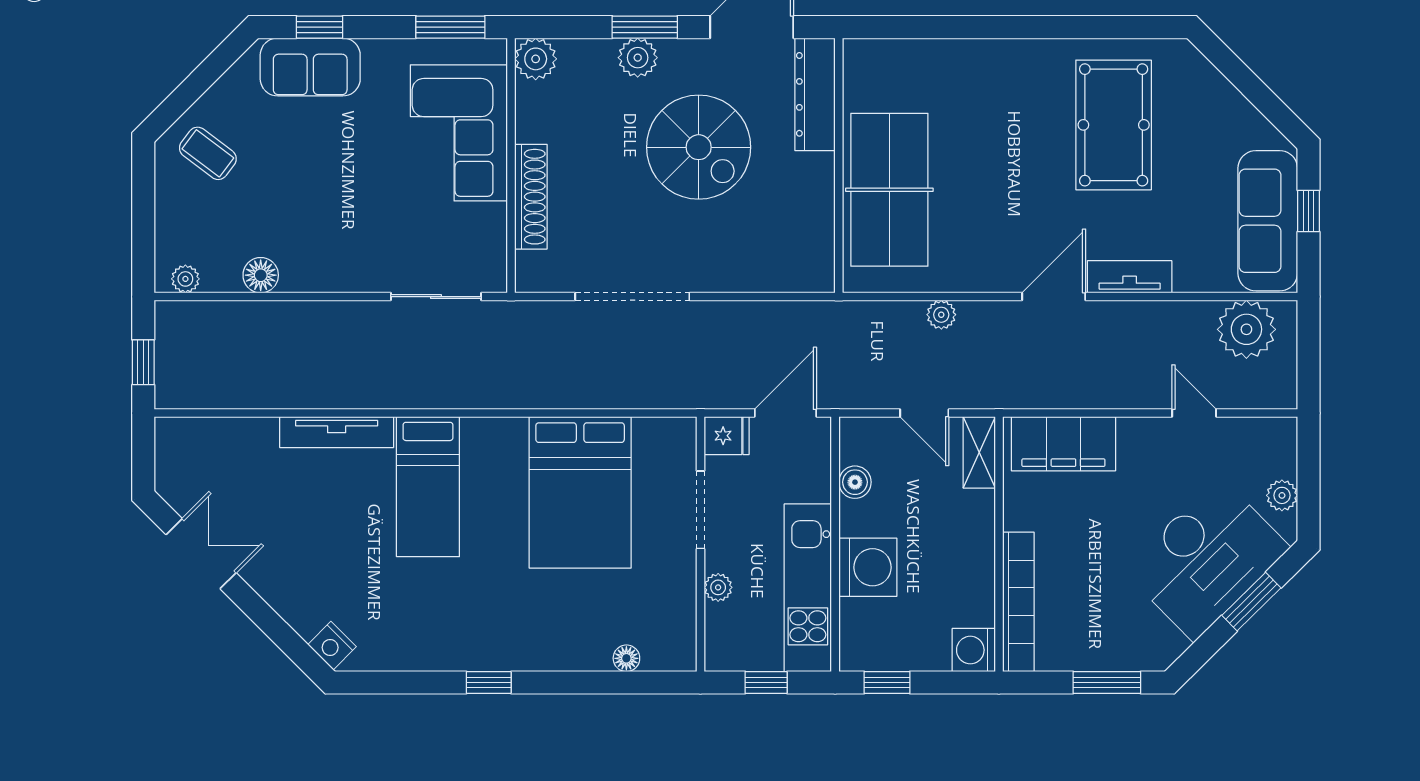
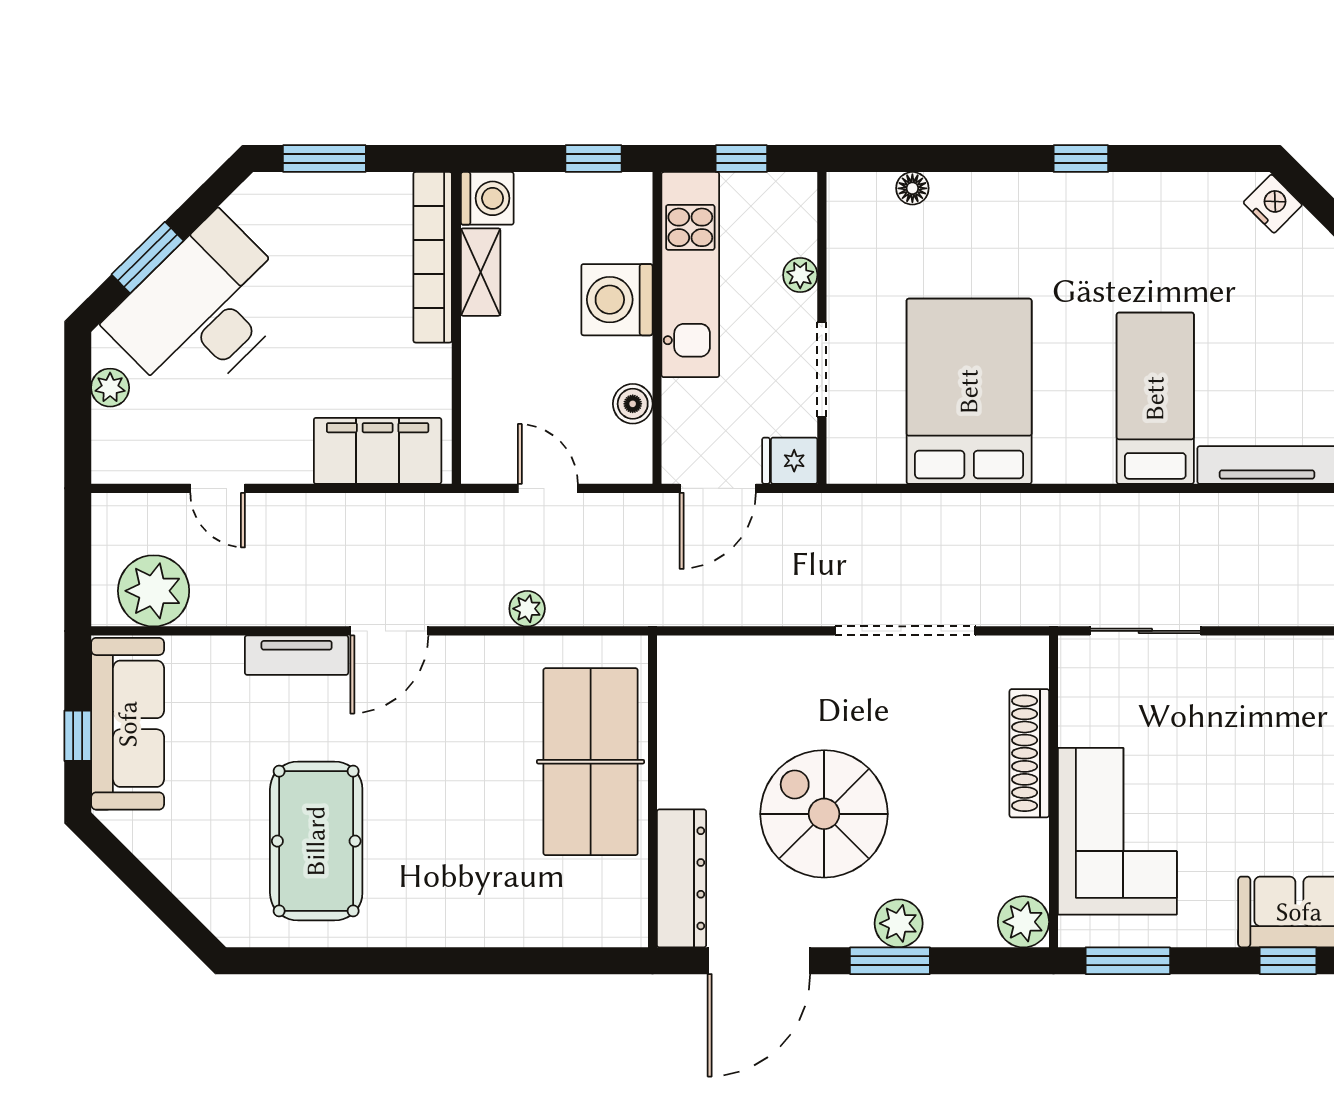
shelving: (979, 452) -> (481, 272), moved

